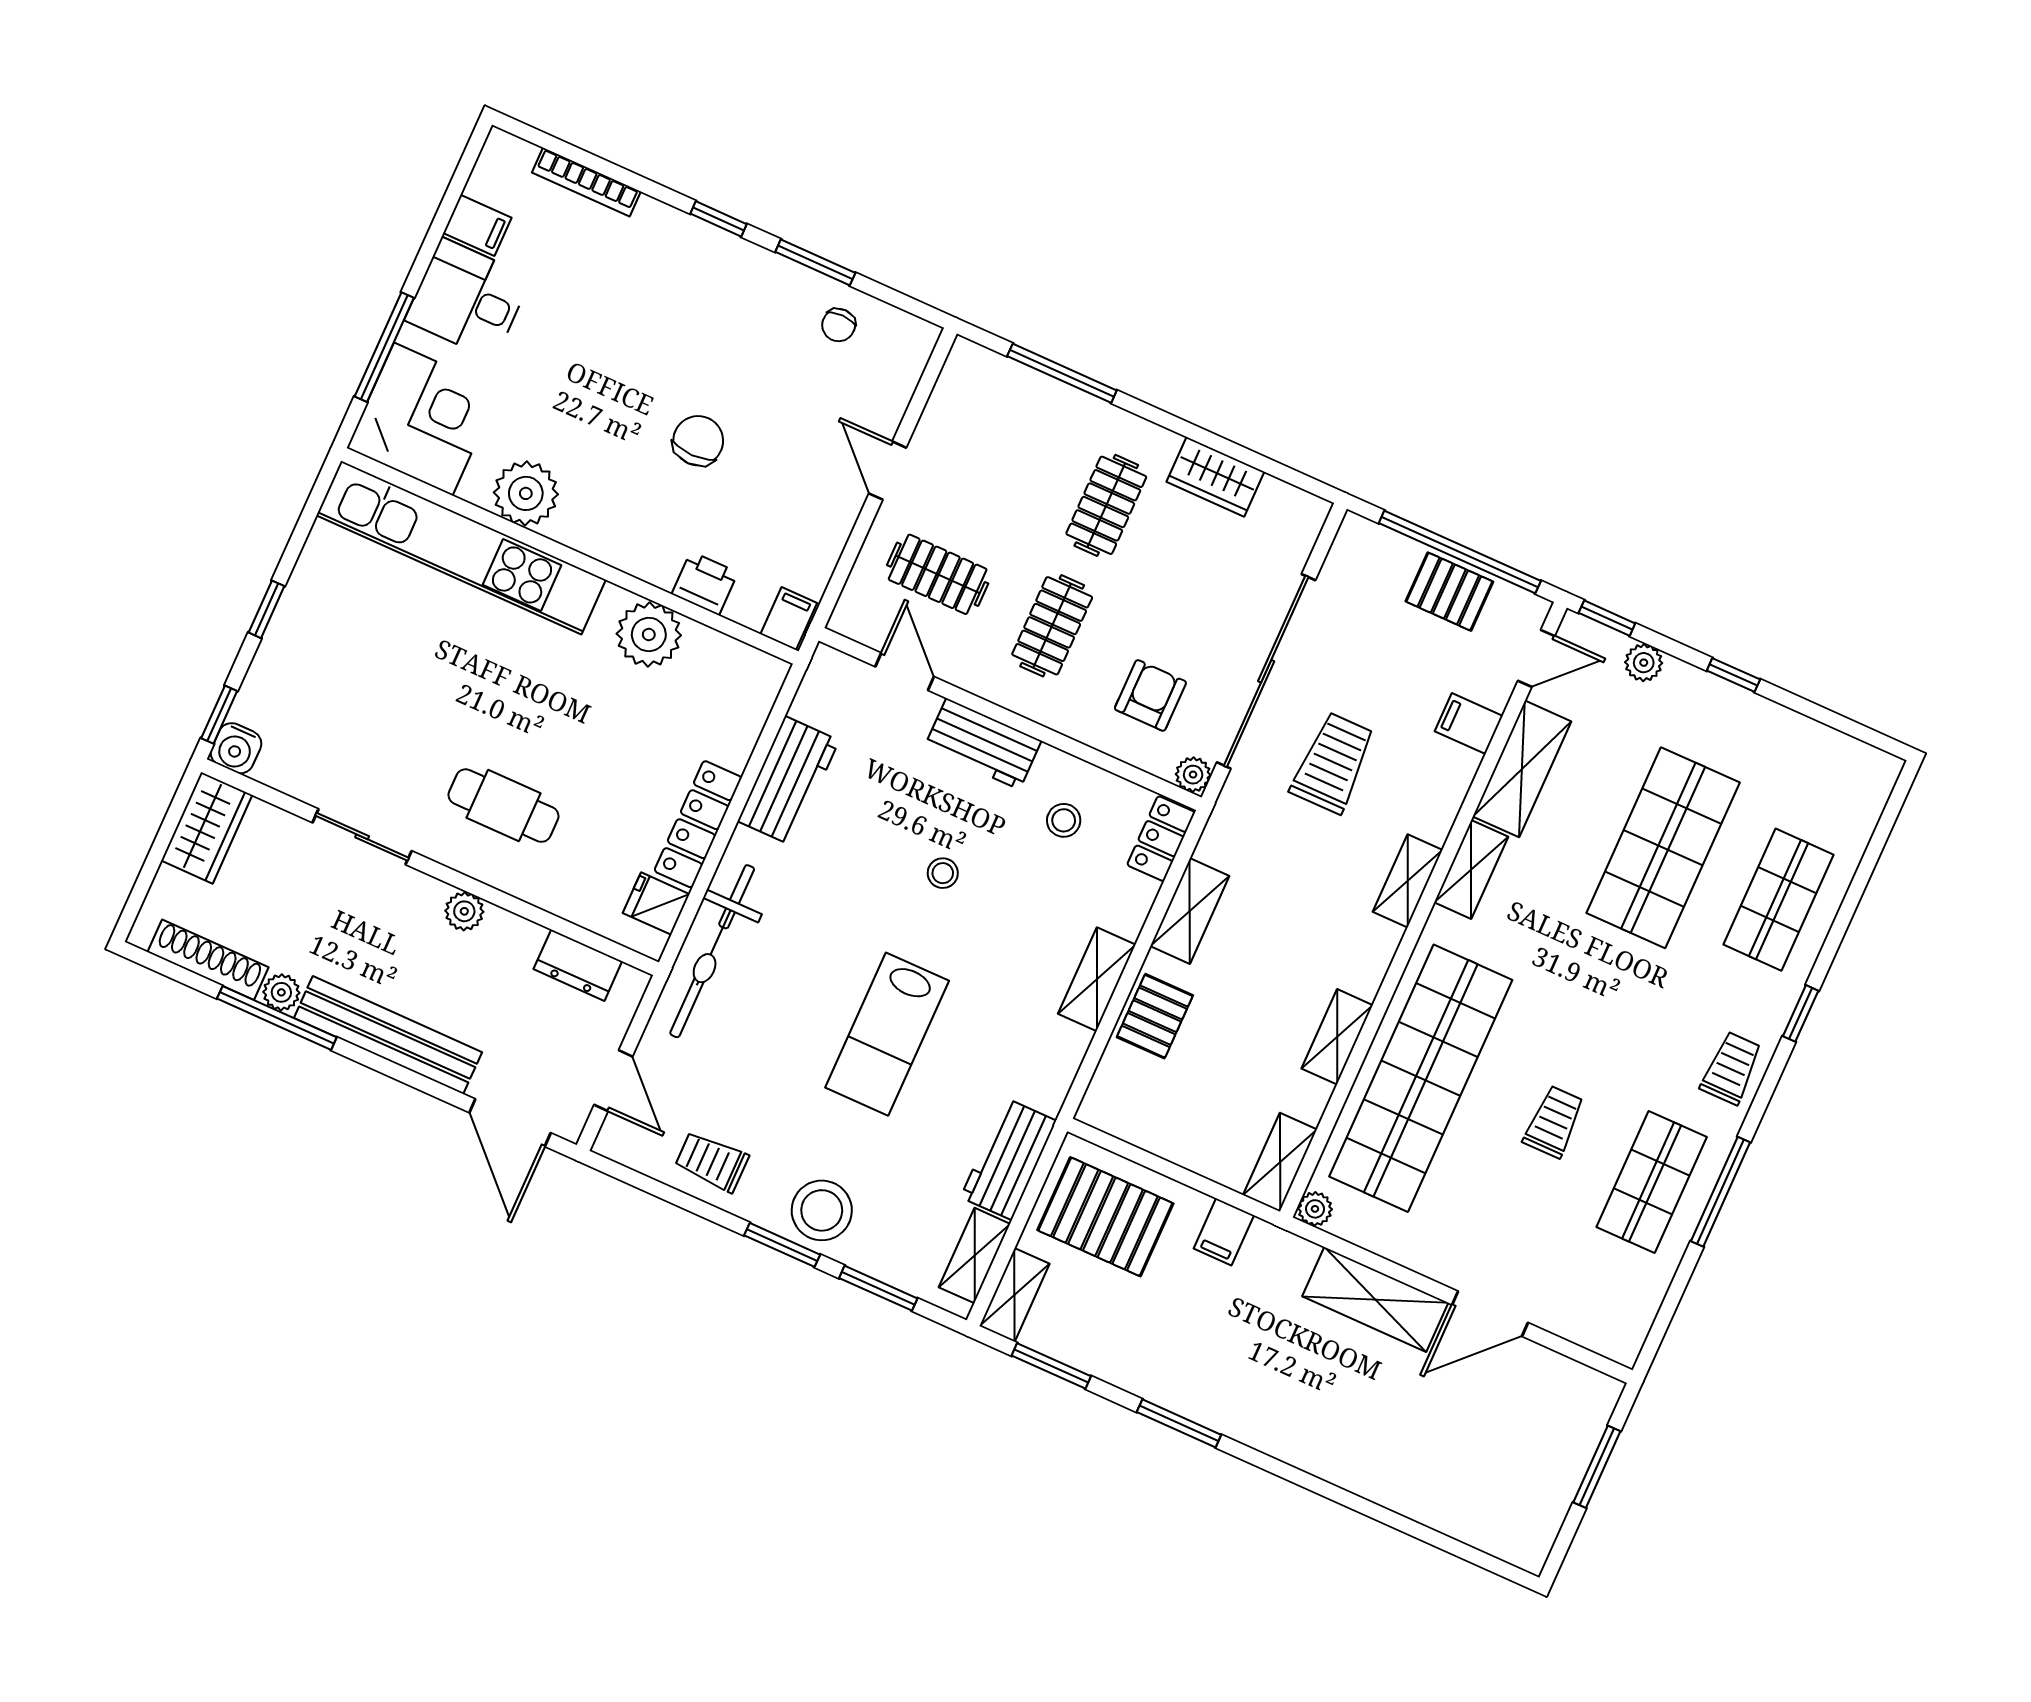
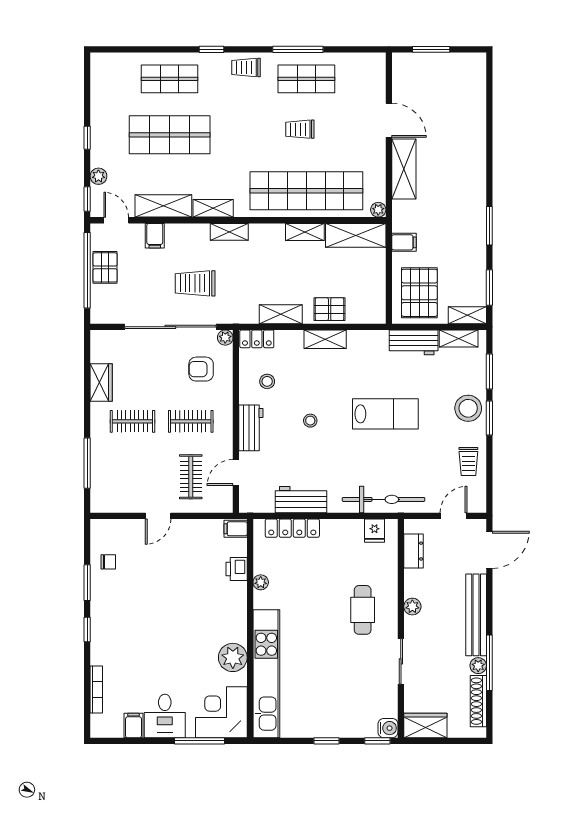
chair: (698, 441) -> (180, 598), removed
plant: (649, 634) -> (261, 582), width x0.53, depth x0.53
locker: (698, 824) -> (292, 528), moved
shelving: (1280, 1162) -> (356, 235), width x1.50, depth x1.33

